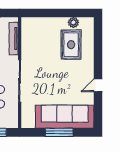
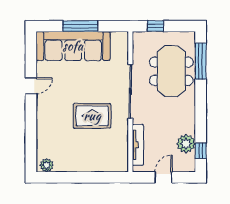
plant: (73, 22) -> (47, 165), moved
rug: (71, 45) -> (92, 116), moved, turned 90

